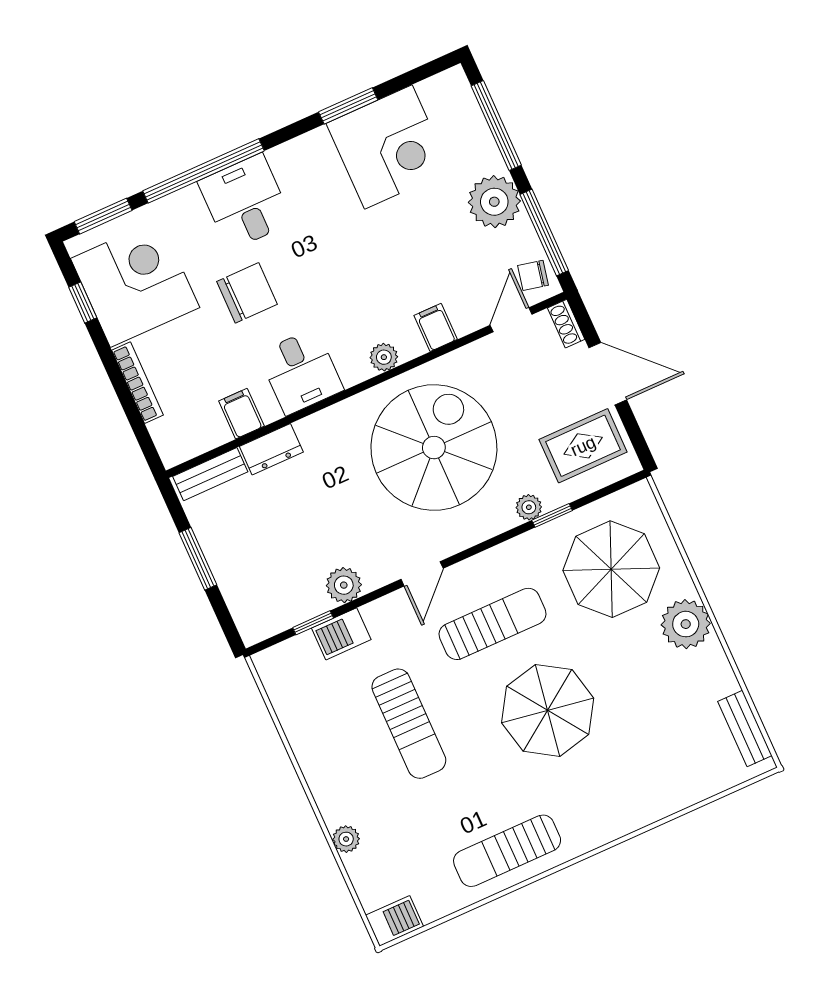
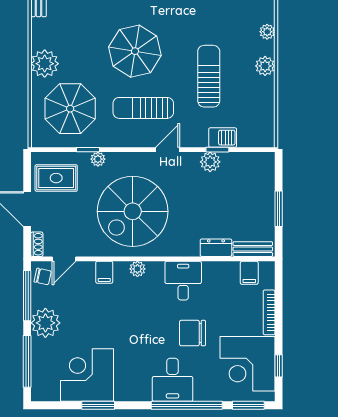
filing cabinet: (241, 414) -> (249, 273), moved
window: (313, 623) -> (217, 150), moved
plant: (325, 782) -> (265, 66), added

